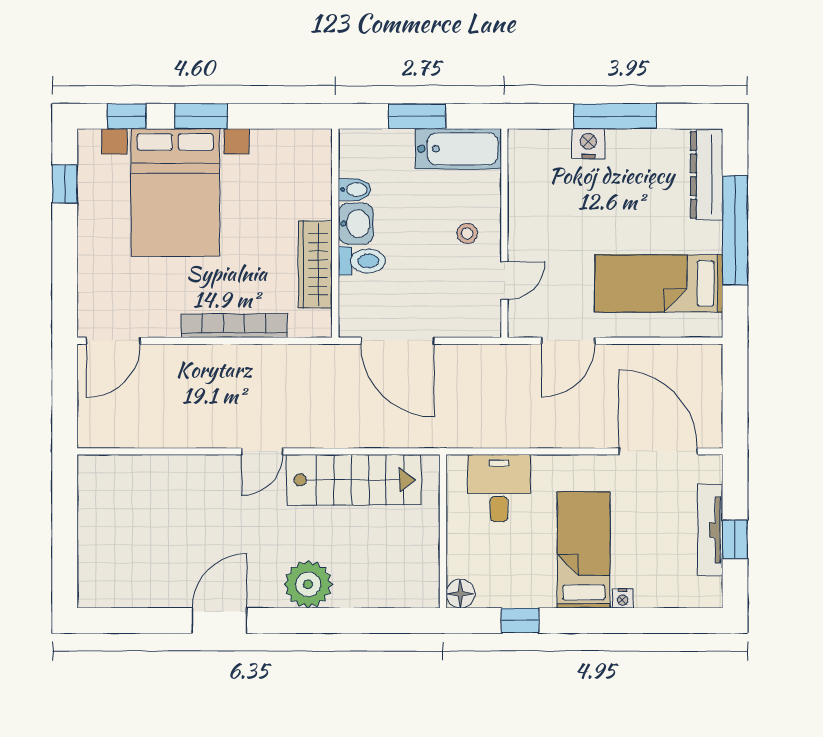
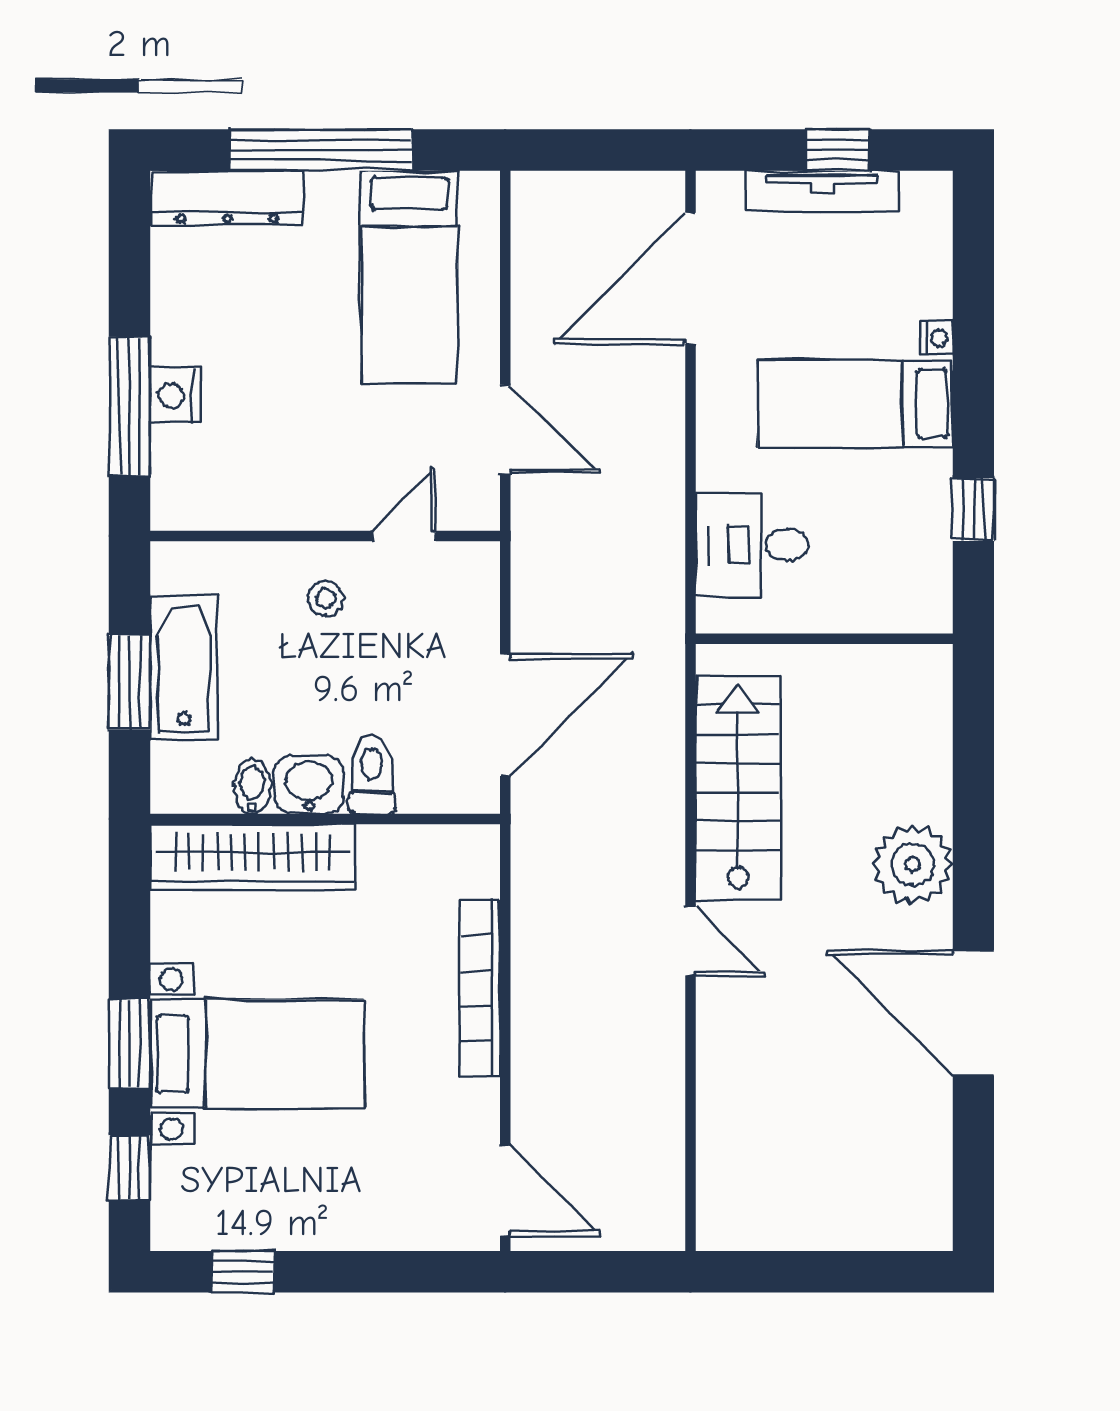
window: (615, 116) -> (130, 406), moved
bathtub: (458, 149) -> (184, 667), moved
bed with nightstands: (175, 192) -> (257, 1054), width x0.73
wardrobe: (315, 264) -> (253, 857), moved, width x1.40, depth x1.17
door: (504, 280) -> (404, 536), hinge flipped
floor lamp: (461, 594) -> (929, 609), removed
door: (219, 620) -> (973, 1013), width x1.36

